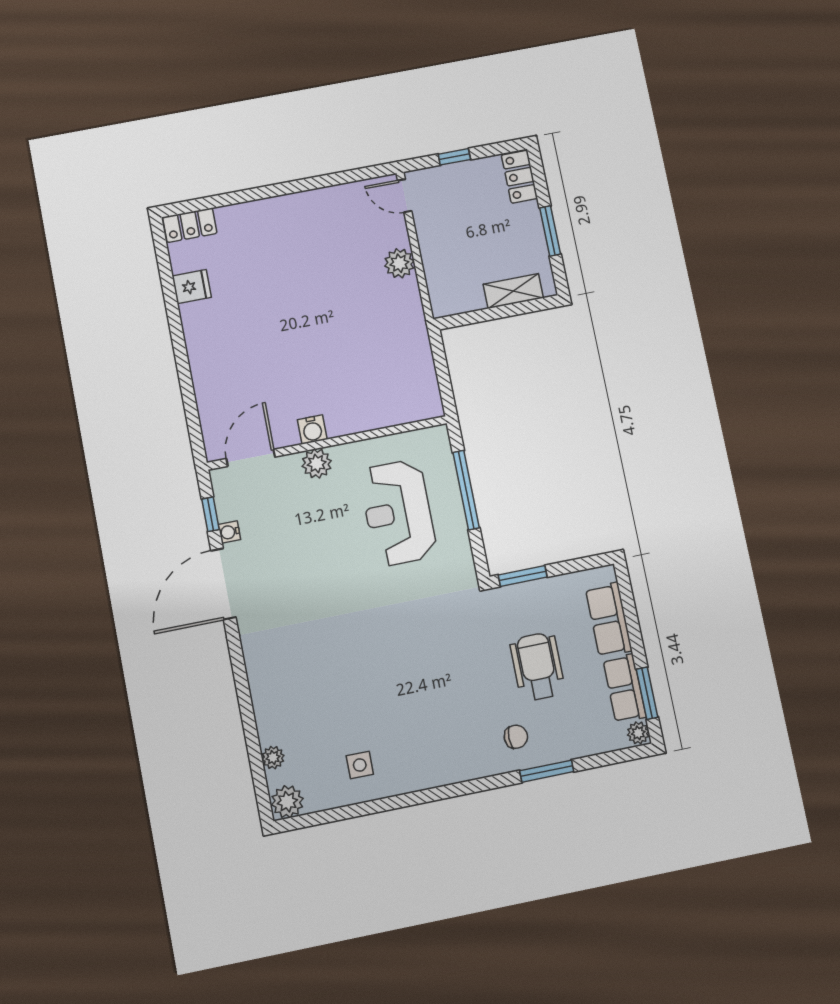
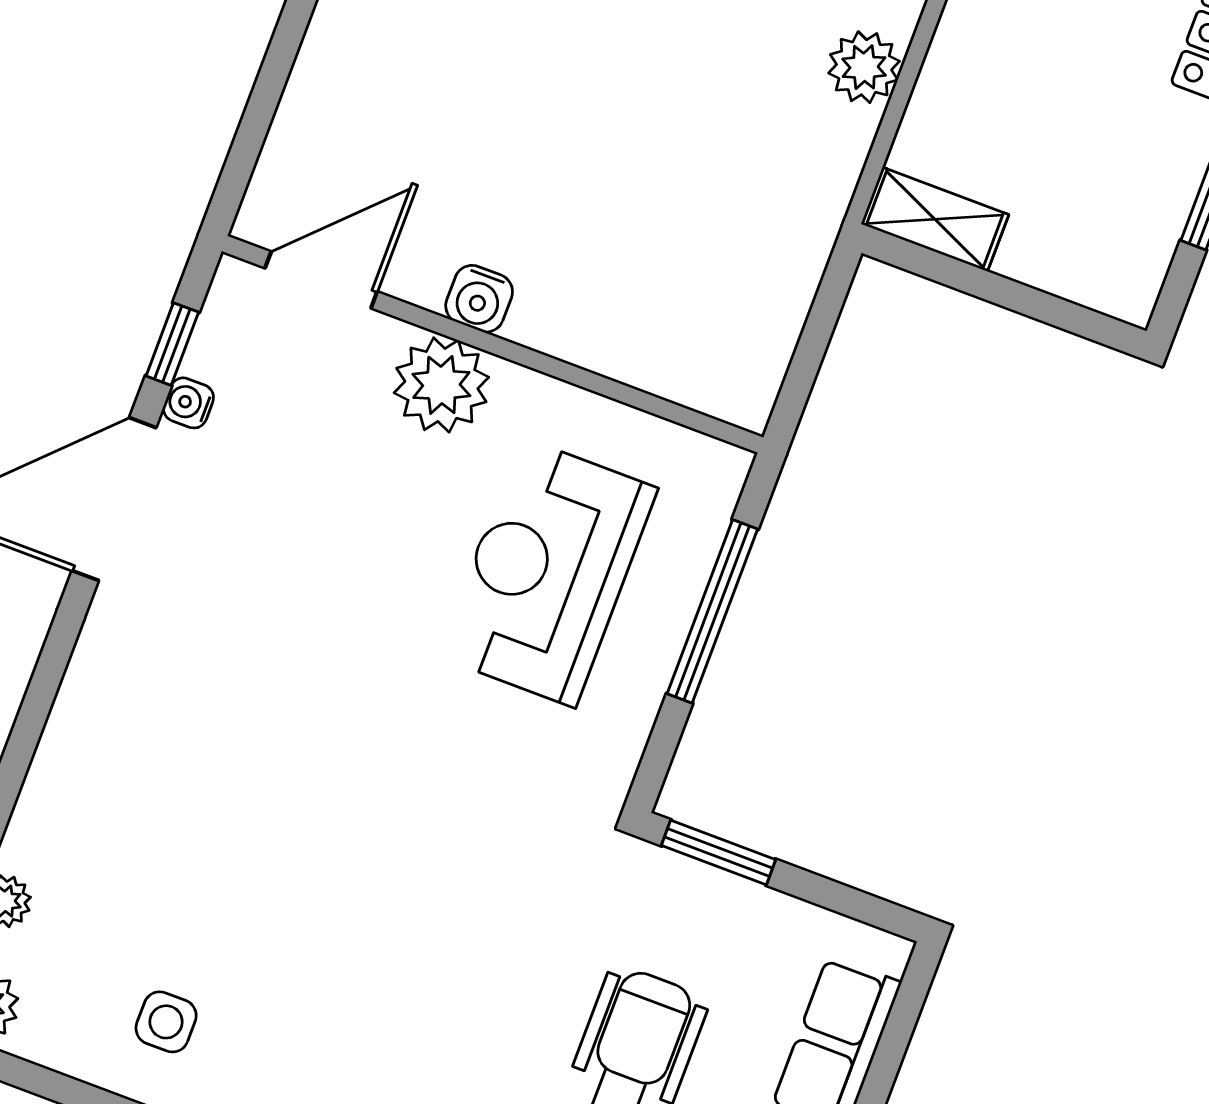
shelving: (513, 291) -> (935, 219), moved
plant: (317, 464) -> (441, 385), width x1.36, depth x1.36

